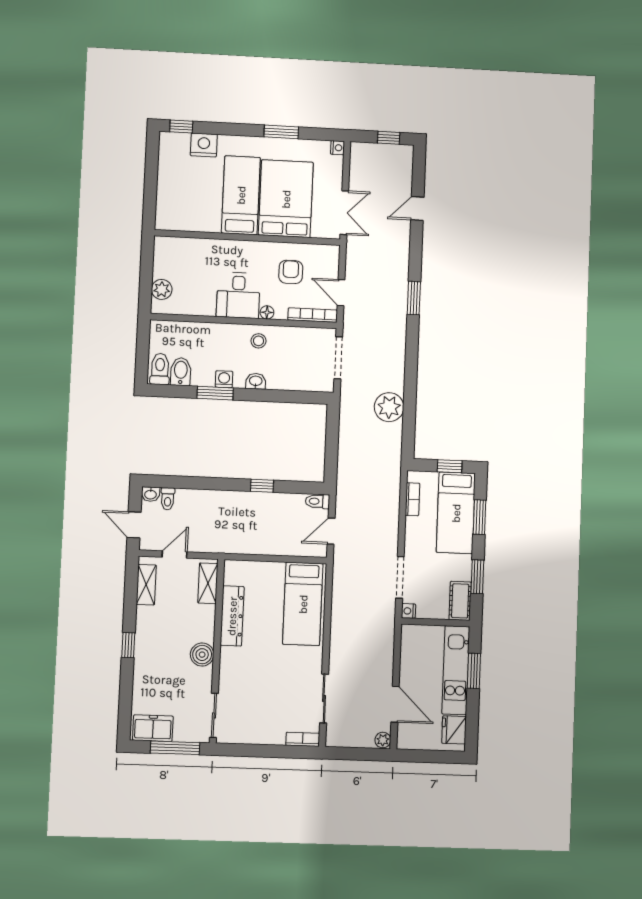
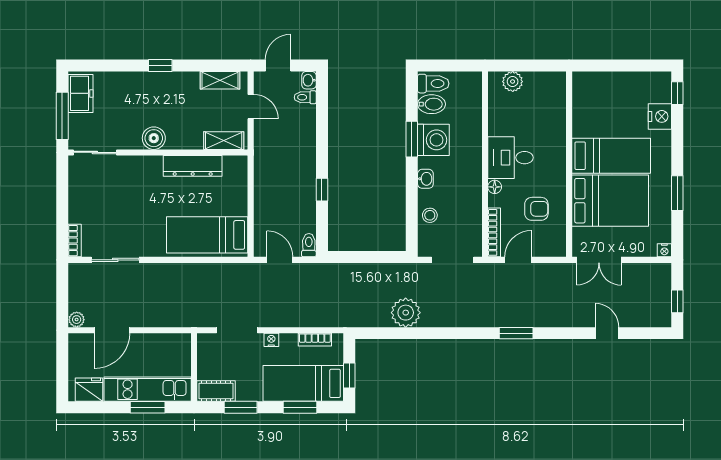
stool: (259, 341) -> (430, 215), moved
washing machine: (224, 379) -> (433, 140), width x1.89, depth x1.89
nightstand: (408, 611) -> (271, 340), moved

